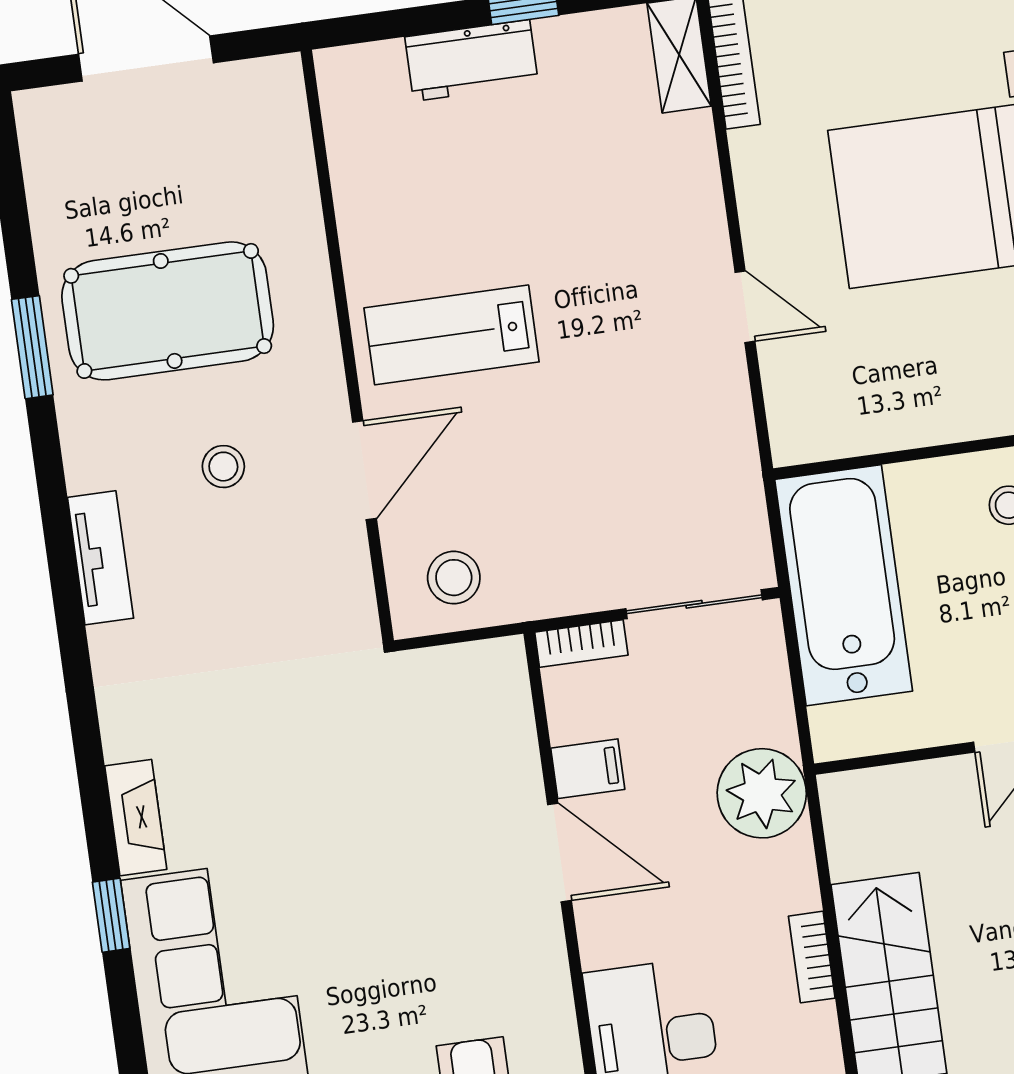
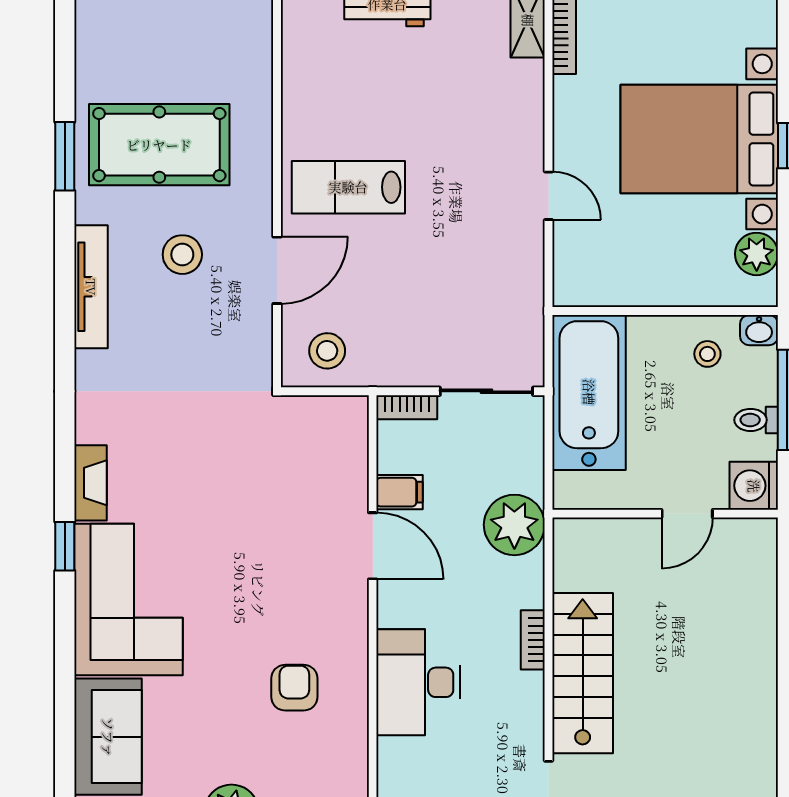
stool: (223, 467) -> (182, 255), width x1.37, depth x1.37
tv unit: (100, 558) -> (91, 287), width x1.41

